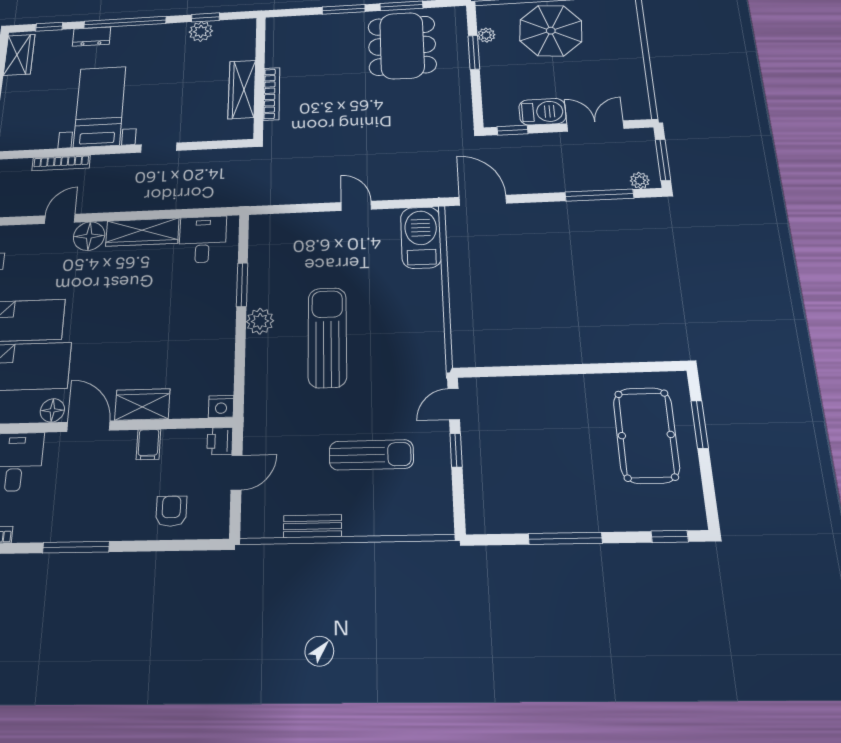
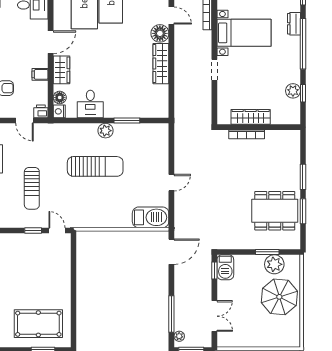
plant: (486, 35) -> (274, 264), width x1.88, depth x1.88
barbecue: (542, 112) -> (225, 267), moved
desk: (203, 239) -> (90, 104), moved, turned 90
floor lamp: (52, 410) -> (60, 98), moved

